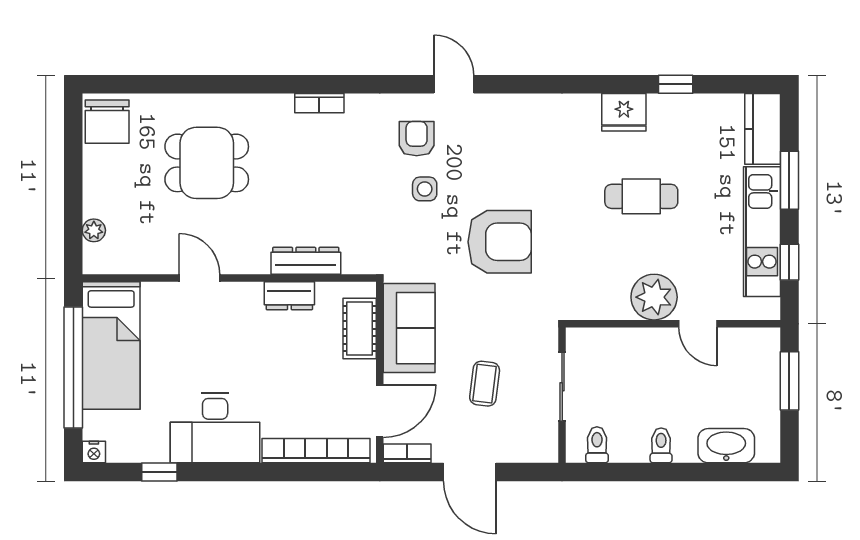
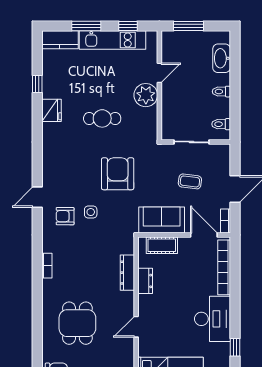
cafe table: (641, 196) -> (102, 118), moved, turned 90

